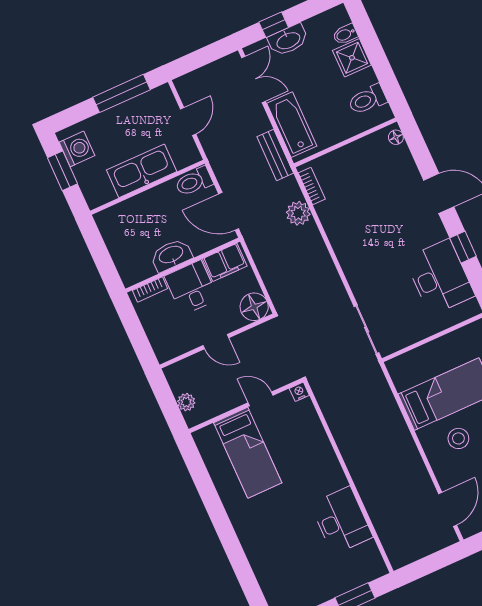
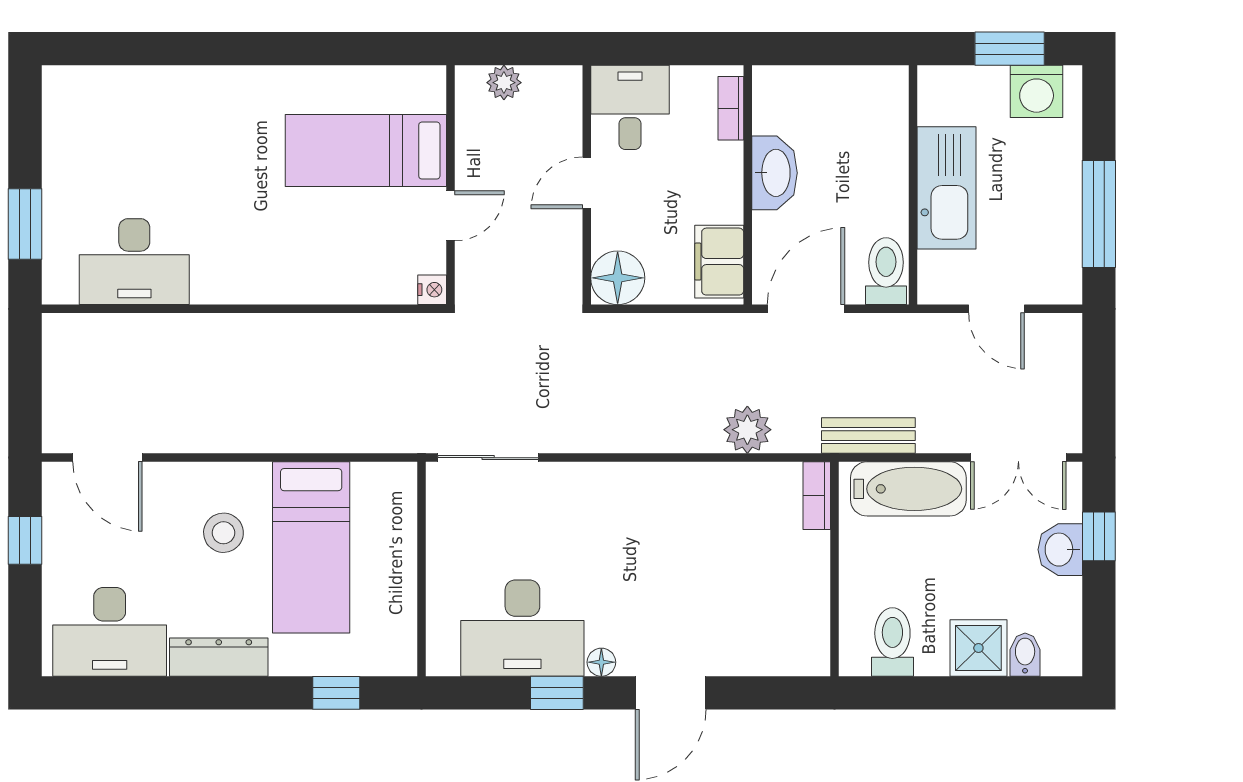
washbasin: (288, 40) -> (1060, 550), width x0.72
floor lamp: (396, 137) -> (601, 662), moved
bookcase: (312, 186) -> (817, 496), moved, turned 90
desk: (191, 288) -> (630, 107), moved, turned -90
desk: (341, 521) -> (134, 262), moved

